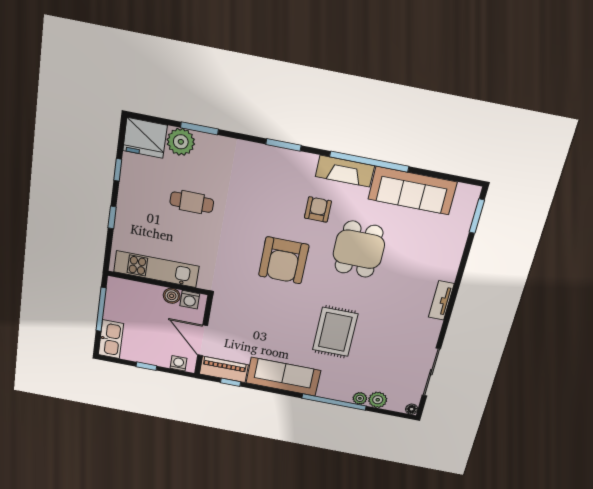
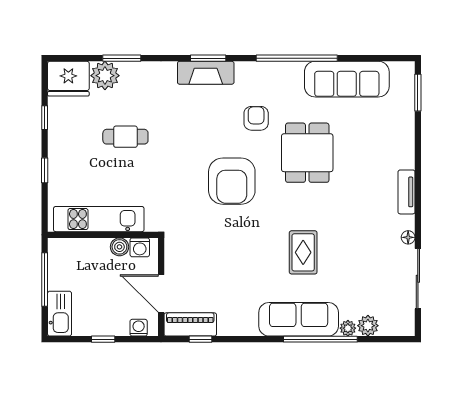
fireplace: (345, 171) -> (206, 73), moved
rug: (335, 332) -> (303, 252), width x0.73, depth x0.70
sofa: (283, 377) -> (299, 319), moved
floor lamp: (412, 409) -> (408, 237), moved

